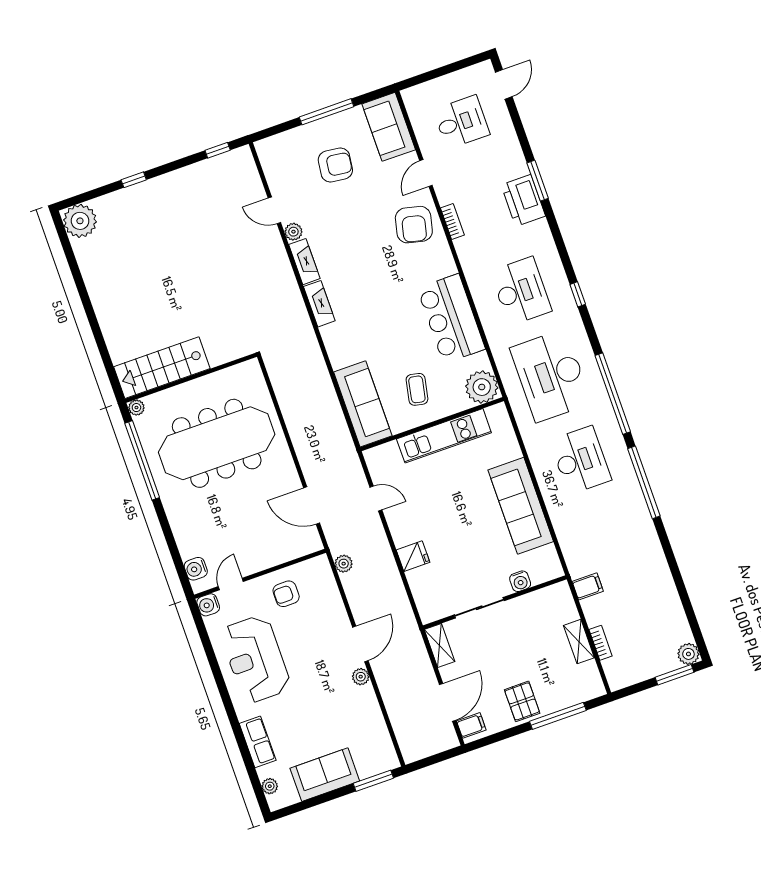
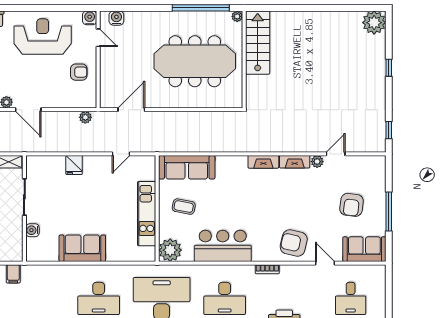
bookcase: (452, 222) -> (267, 269), moved
meeting table: (217, 443) -> (195, 61), turned 90
sofa: (521, 506) -> (82, 248), width x0.73
armchair: (286, 594) -> (79, 72), turned 90

